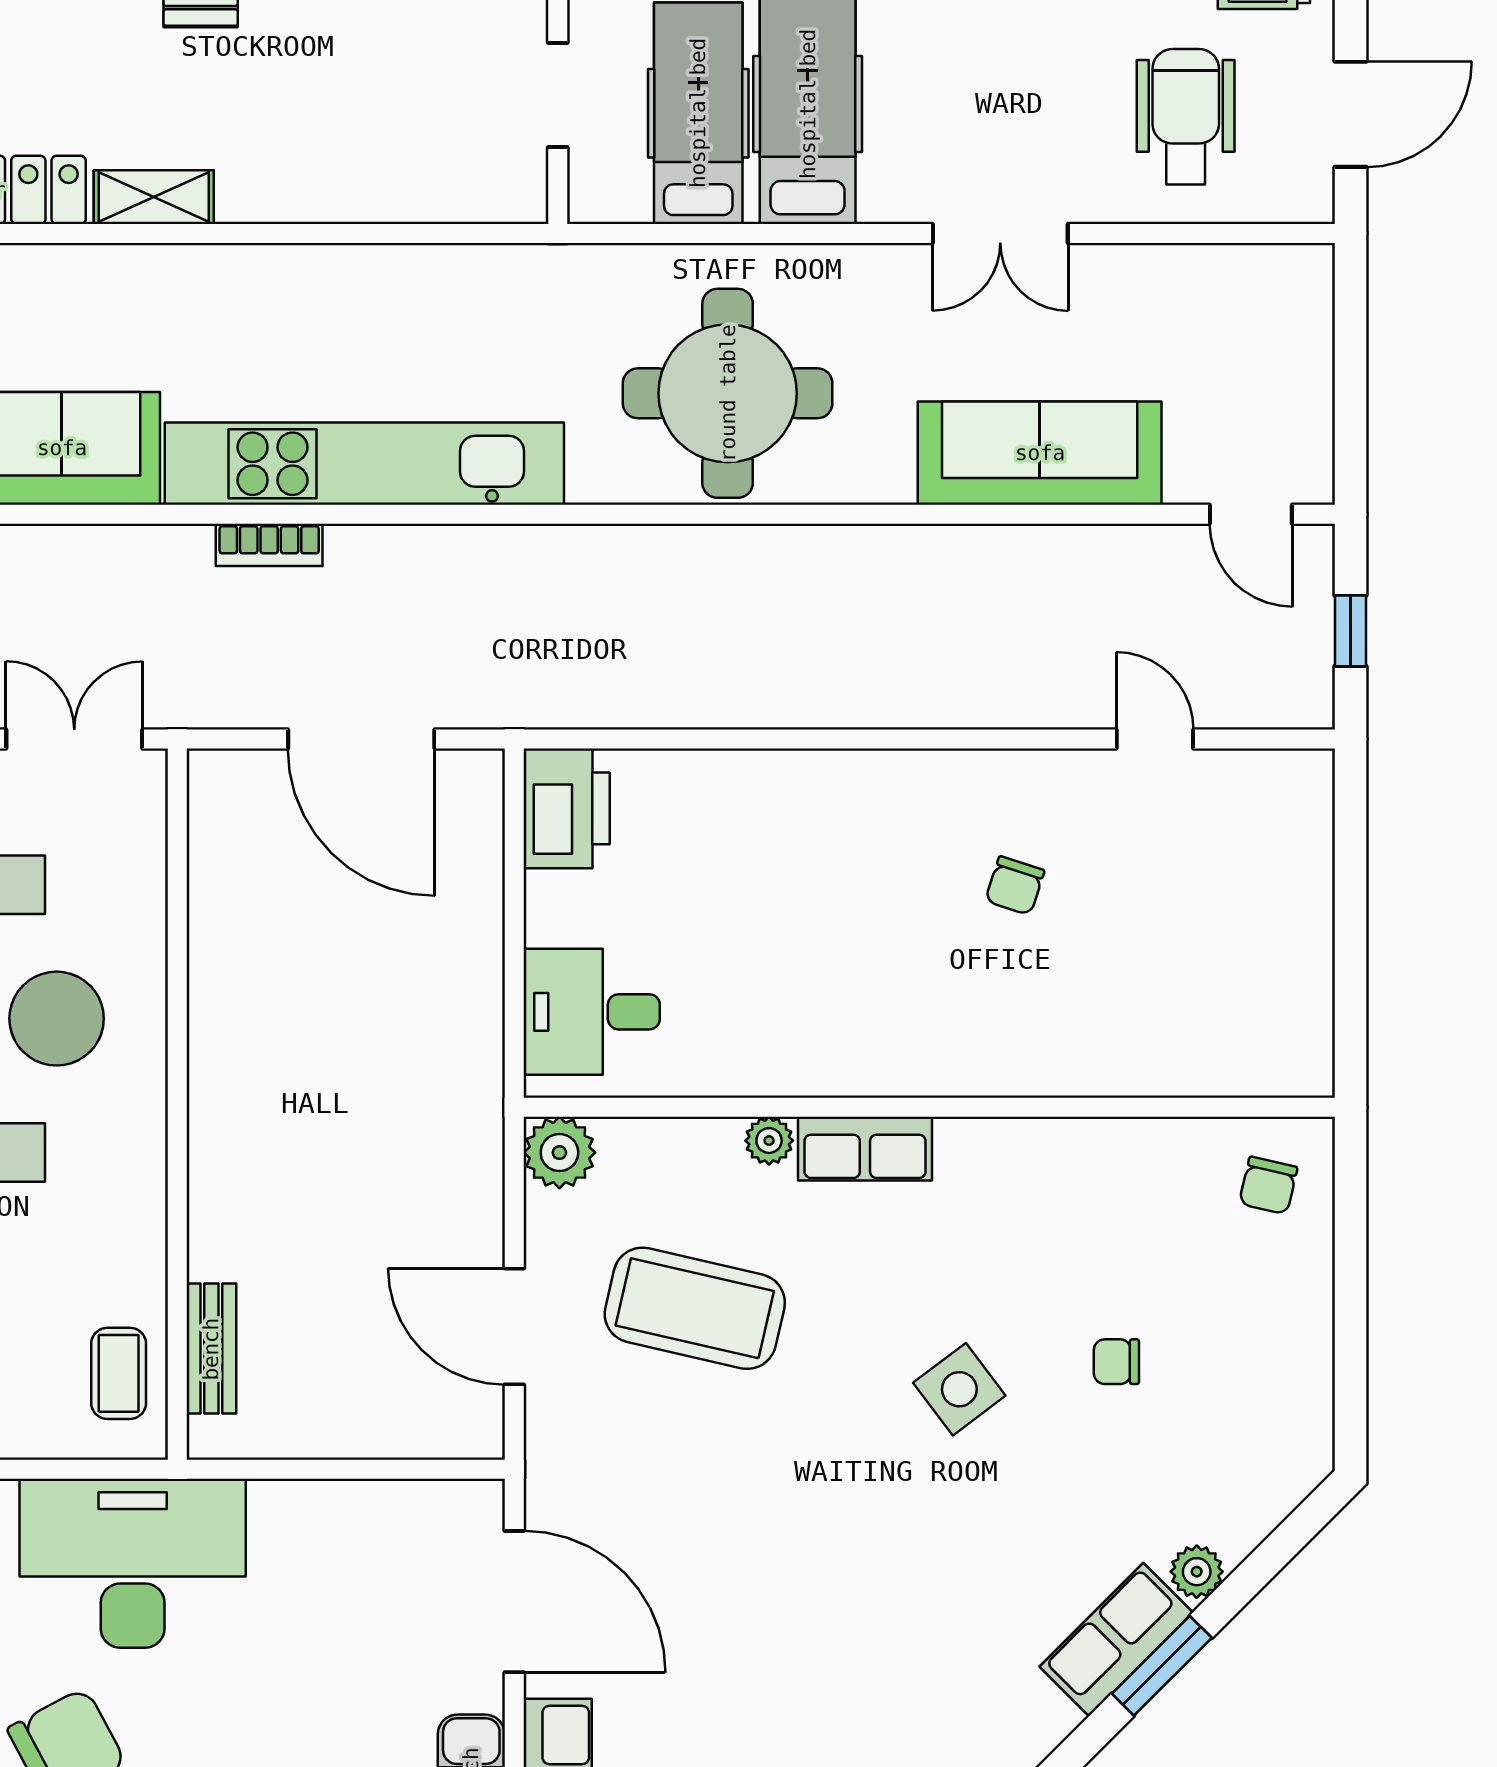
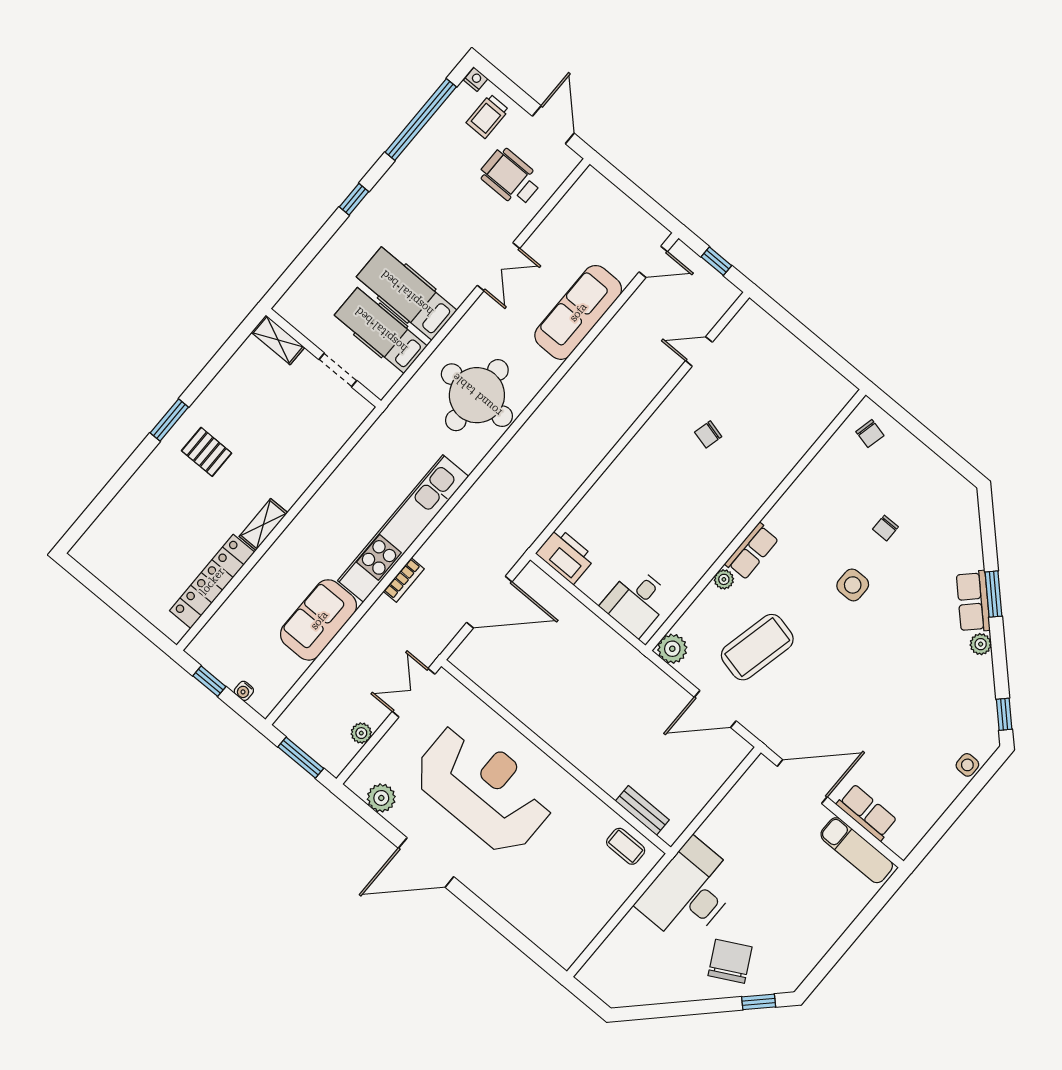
chair: (1015, 886) -> (708, 434), turned 86
side table: (959, 1389) -> (853, 585), turned 37
plant: (1197, 1572) -> (981, 644), moved

